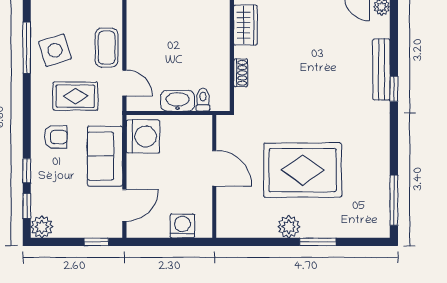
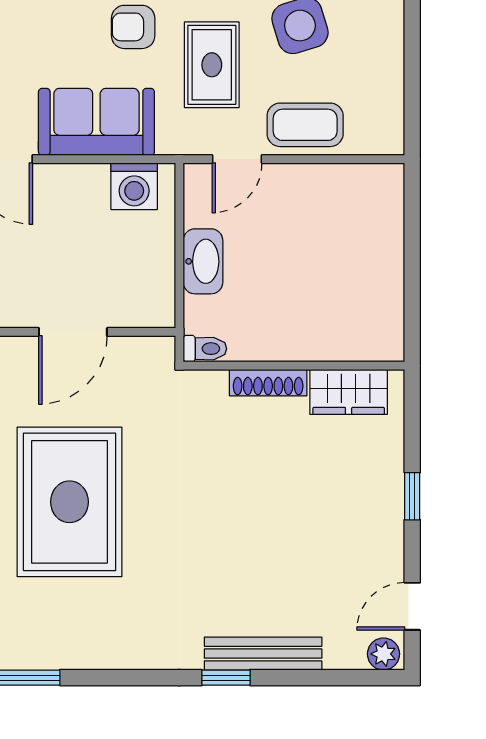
shoe rack: (241, 73) -> (268, 383), width x1.43
toilet: (203, 100) -> (205, 349), moved
washing machine: (143, 136) -> (134, 186), width x0.73, depth x0.73
armchair: (56, 137) -> (133, 27), turned 90

